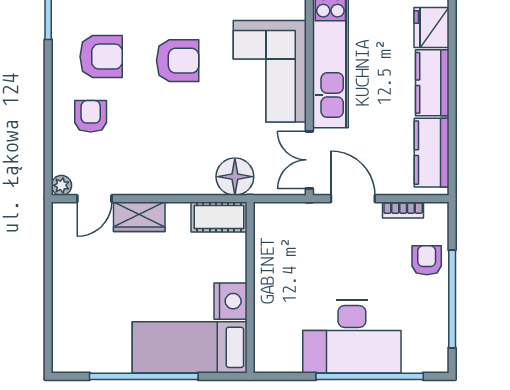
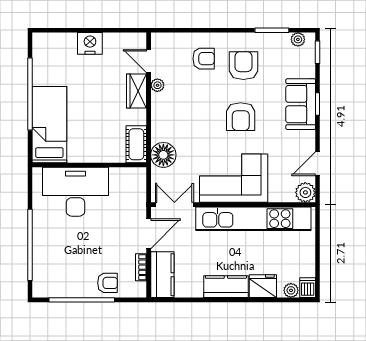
armchair: (101, 57) -> (243, 66), turned 180
kitchen counter: (432, 153) -> (162, 275), moved, turned 90
plant: (61, 185) -> (157, 85), moved
nightstand: (230, 301) -> (90, 43), moved, turned 180
desk: (352, 336) -> (76, 192), moved, turned 90

